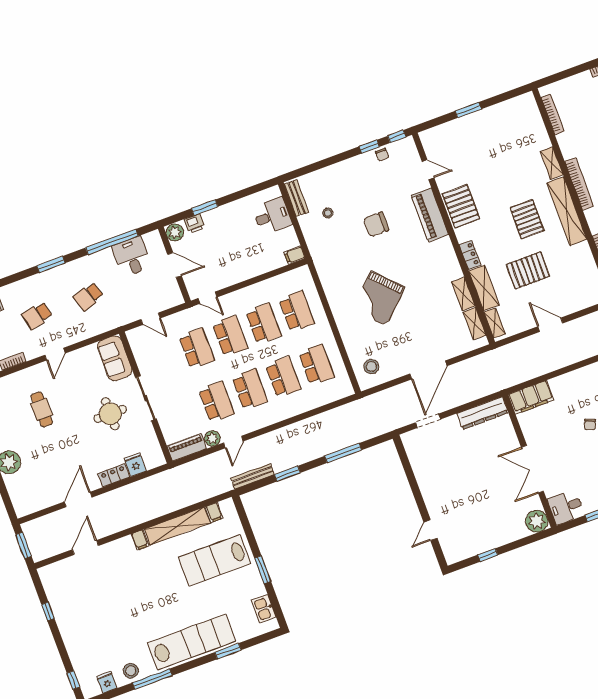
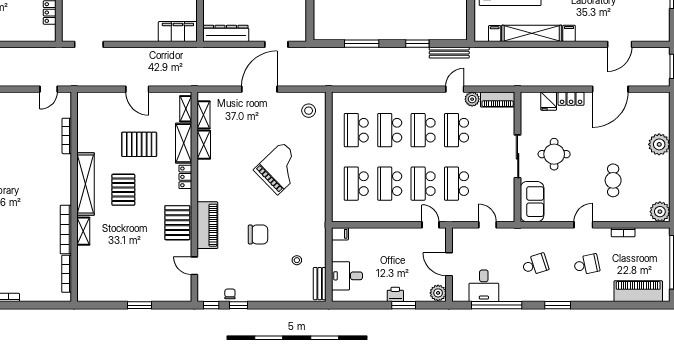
bookcase: (579, 184) -> (66, 230), moved
printer: (195, 223) -> (395, 294), moved
door: (78, 499) -> (610, 89), width x1.36

